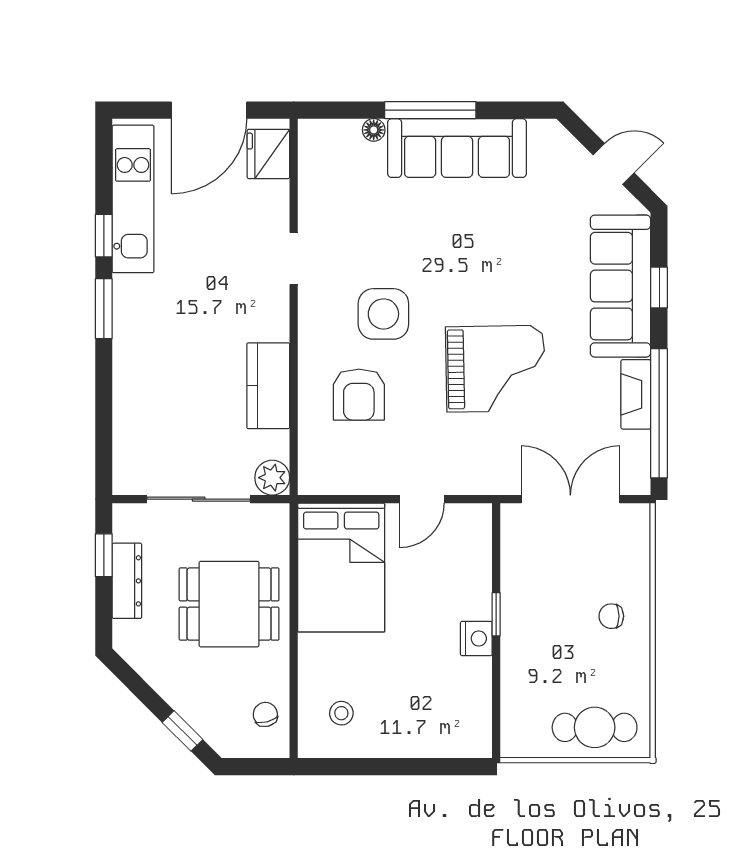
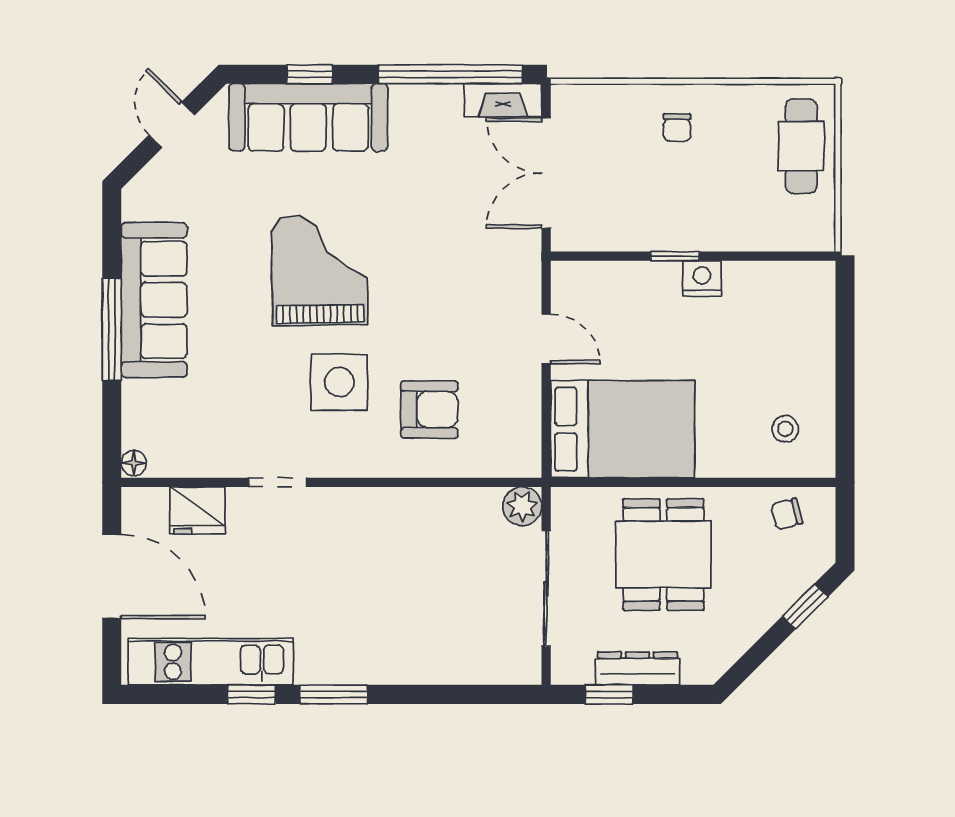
floor lamp: (374, 130) -> (134, 463), moved
fridge: (268, 154) -> (197, 511), moved
grand piano: (495, 369) -> (320, 270), moved
kitchen counter: (268, 386) -> (420, 511), removed
fireplace: (636, 394) -> (503, 100), moved

